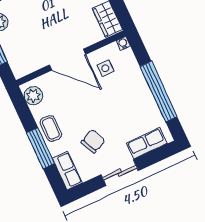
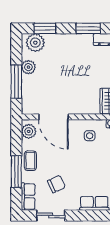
door: (68, 60) -> (53, 117), moved
sliding door: (120, 173) -> (51, 215), moved

